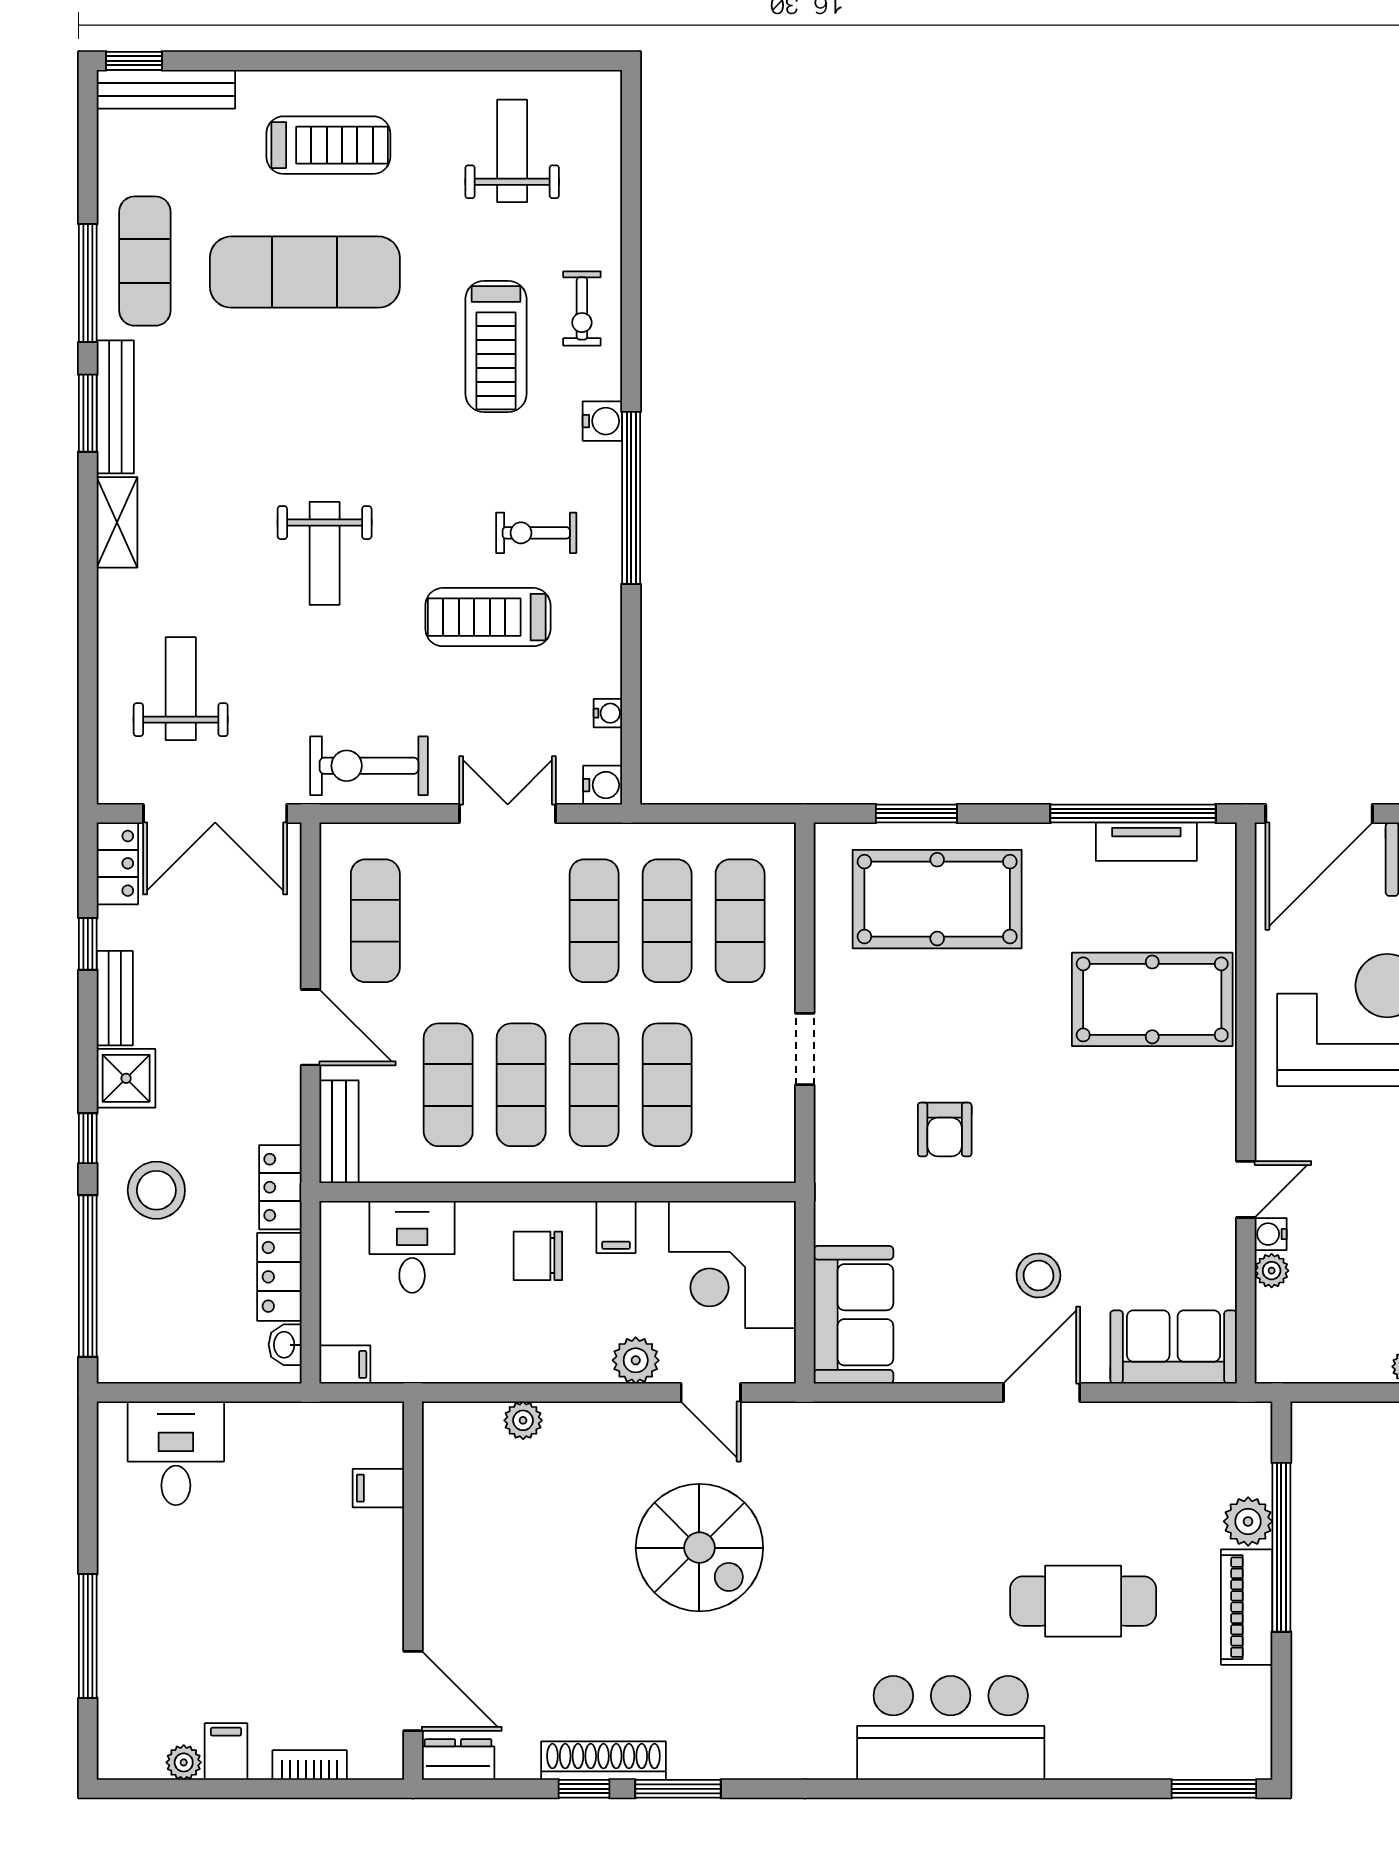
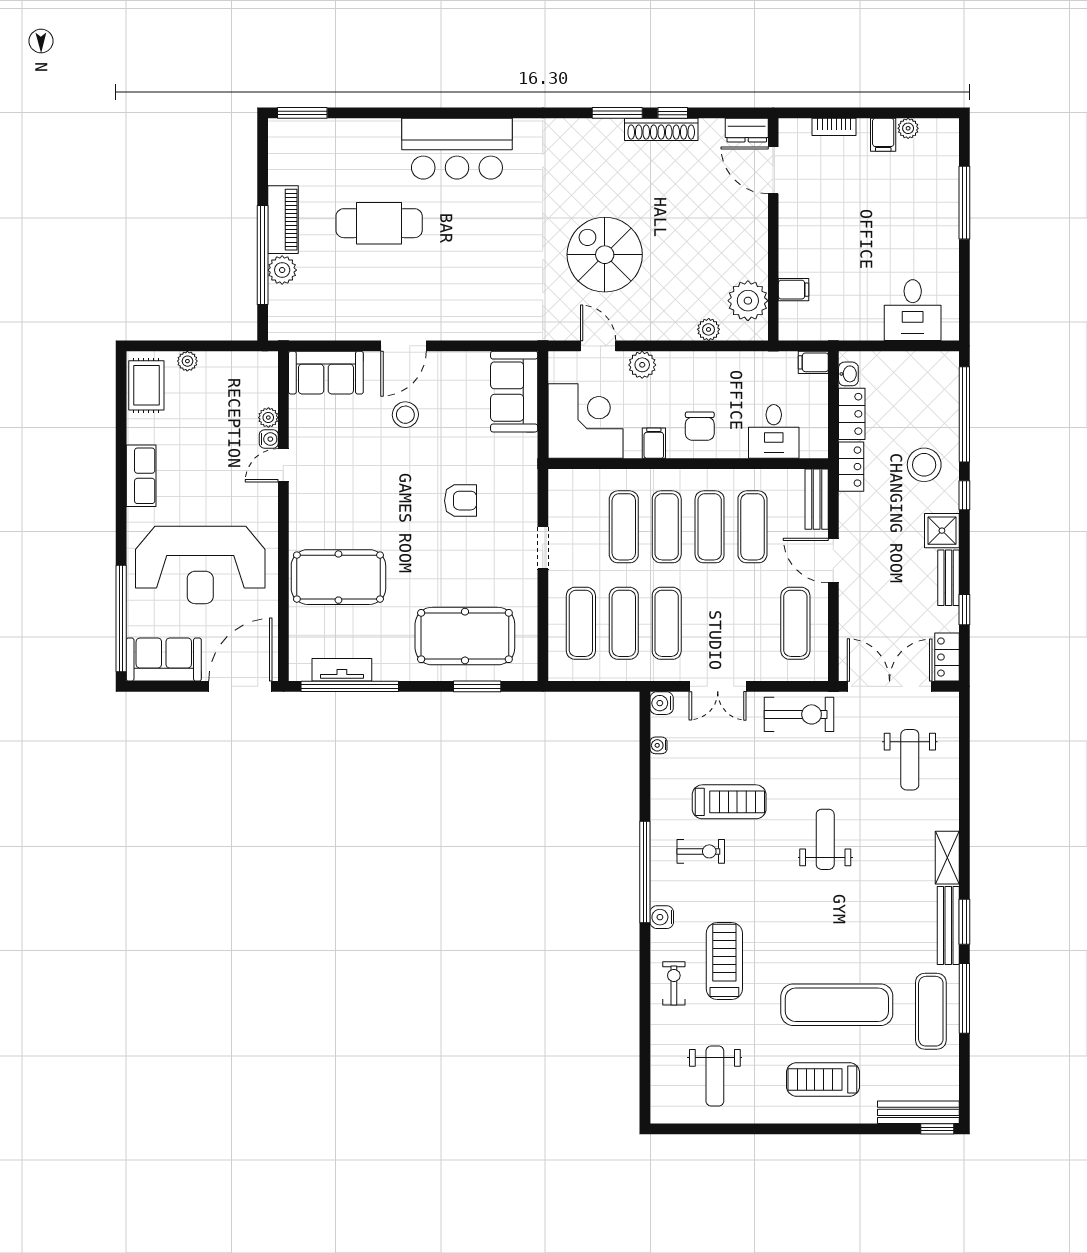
armchair: (945, 1129) -> (461, 501), turned 90
chair: (538, 1256) -> (700, 426), turned 90
plant: (456, 1469) -> (748, 301), added

